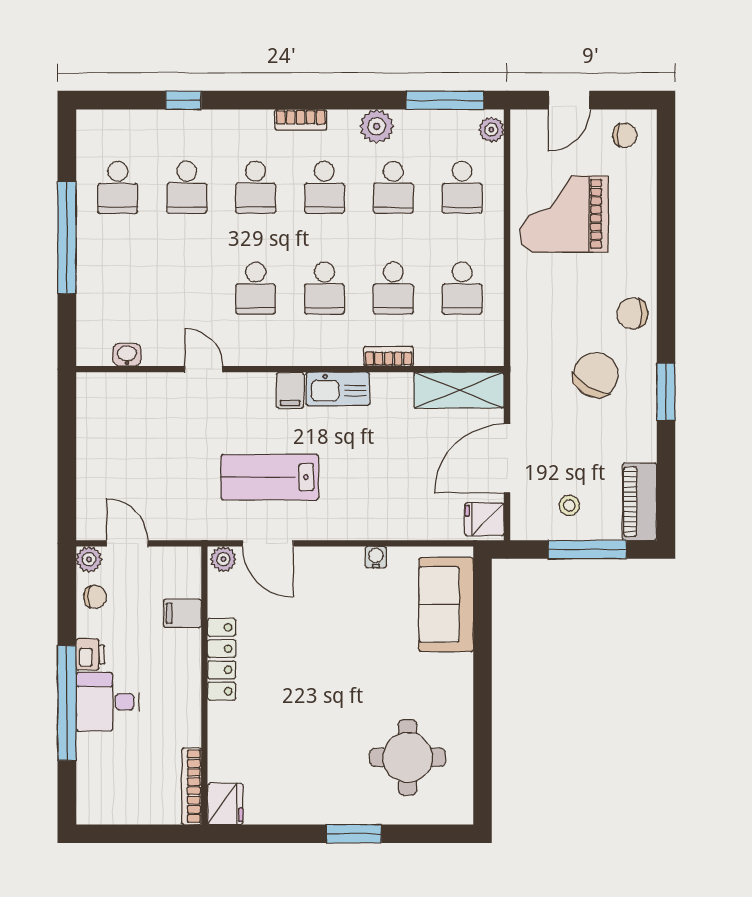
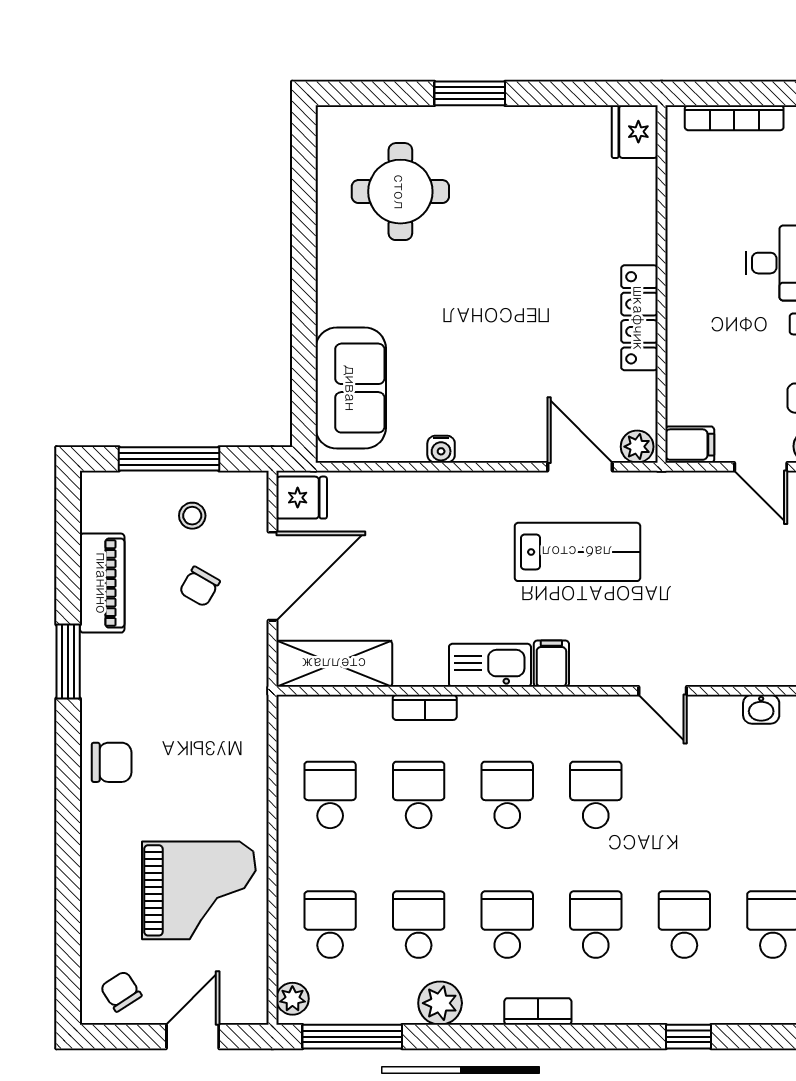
chair: (625, 135) -> (121, 991), turned 57
chair: (596, 375) -> (200, 587), moved, width x0.54, depth x0.54
piano: (640, 502) -> (102, 583), moved
filing cabinet: (182, 613) -> (690, 445), moved
bookcase: (192, 786) -> (734, 118), moved, turned 90

